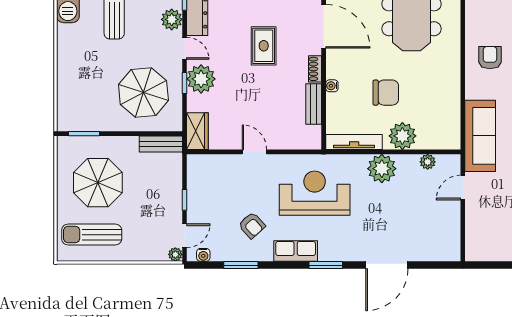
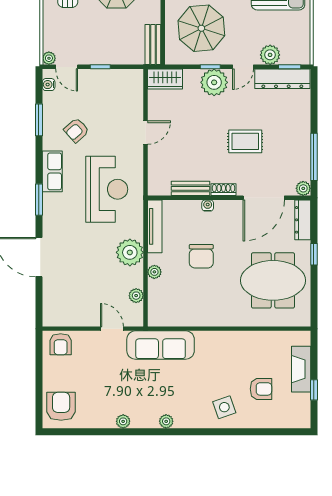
armchair: (490, 58) -> (61, 344), moved, turned 90
plant: (402, 136) -> (154, 272), width x0.53, depth x0.53

